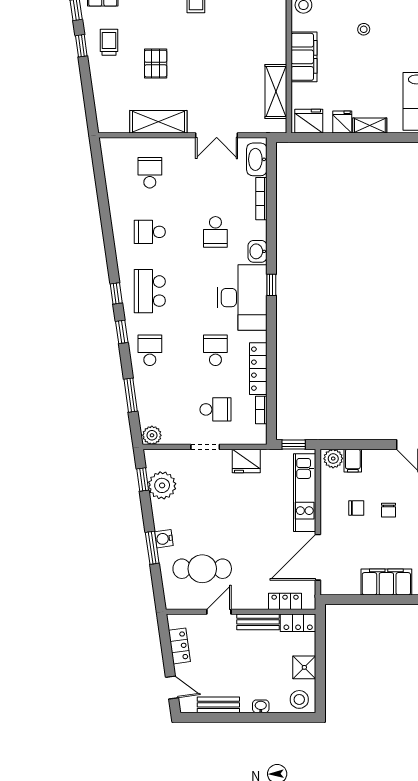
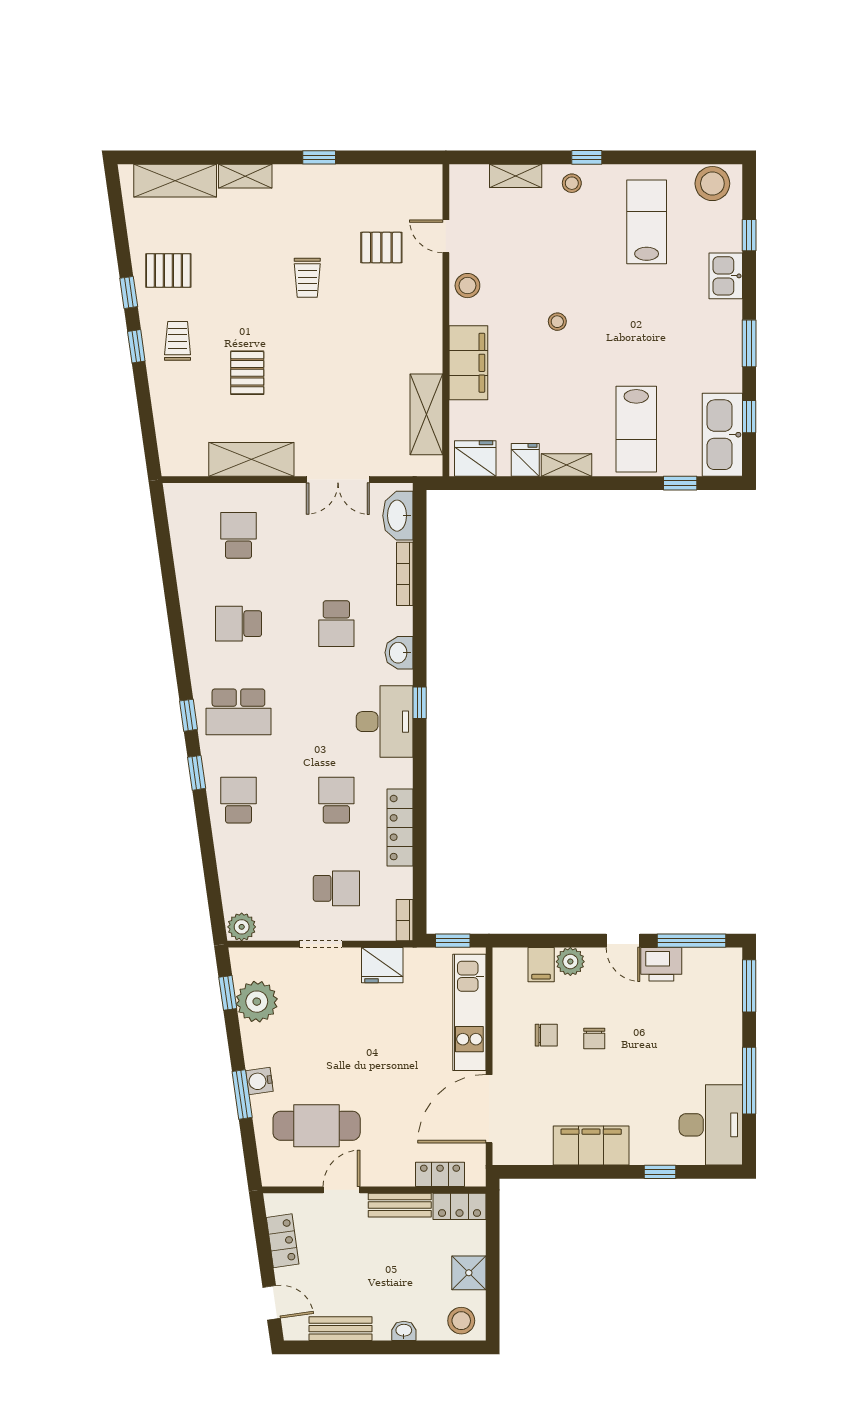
school desk: (150, 291) -> (238, 712), turned -90
desk: (242, 298) -> (385, 722), width x0.73, depth x0.77
window: (131, 395) -> (210, 867), removed
bookcase: (261, 410) -> (405, 920), moved
plant: (333, 459) -> (570, 962), moved

